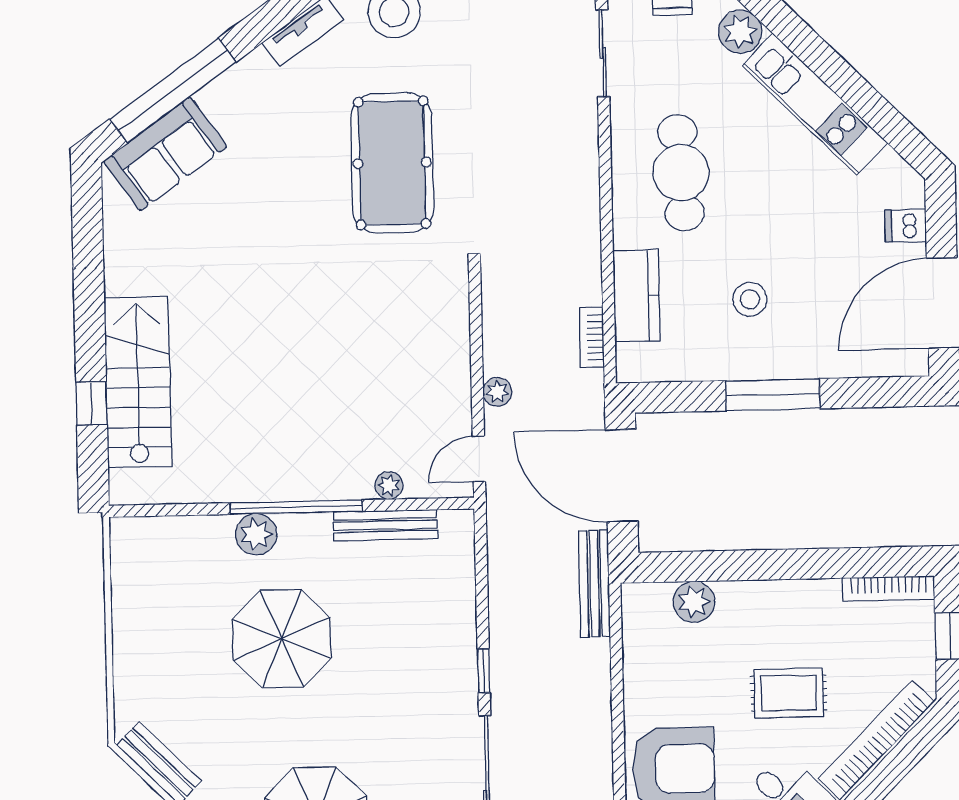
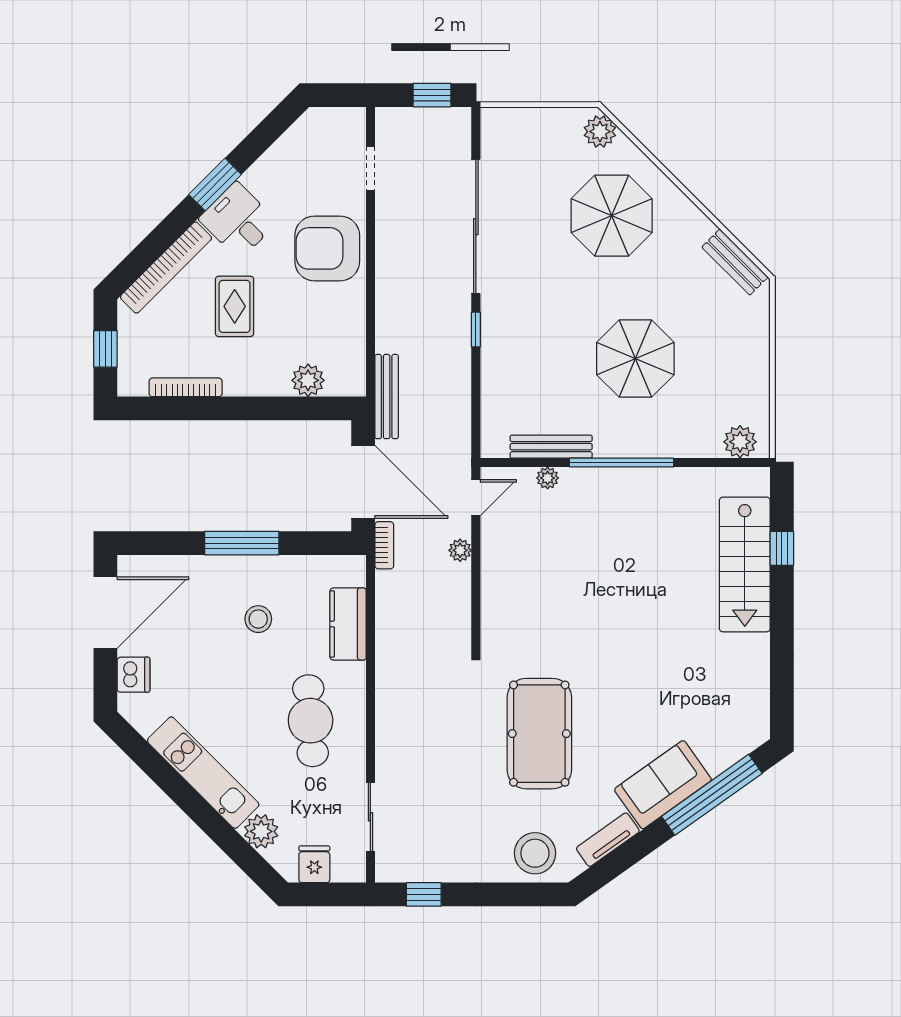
sofa: (165, 154) -> (663, 785), moved
dishwasher: (906, 226) -> (134, 675), width x1.38
bookcase: (592, 337) -> (384, 545), moved
plant: (256, 534) -> (740, 442), moved
bookcase: (888, 589) -> (186, 387), moved
rug: (789, 693) -> (235, 306), turned 90

